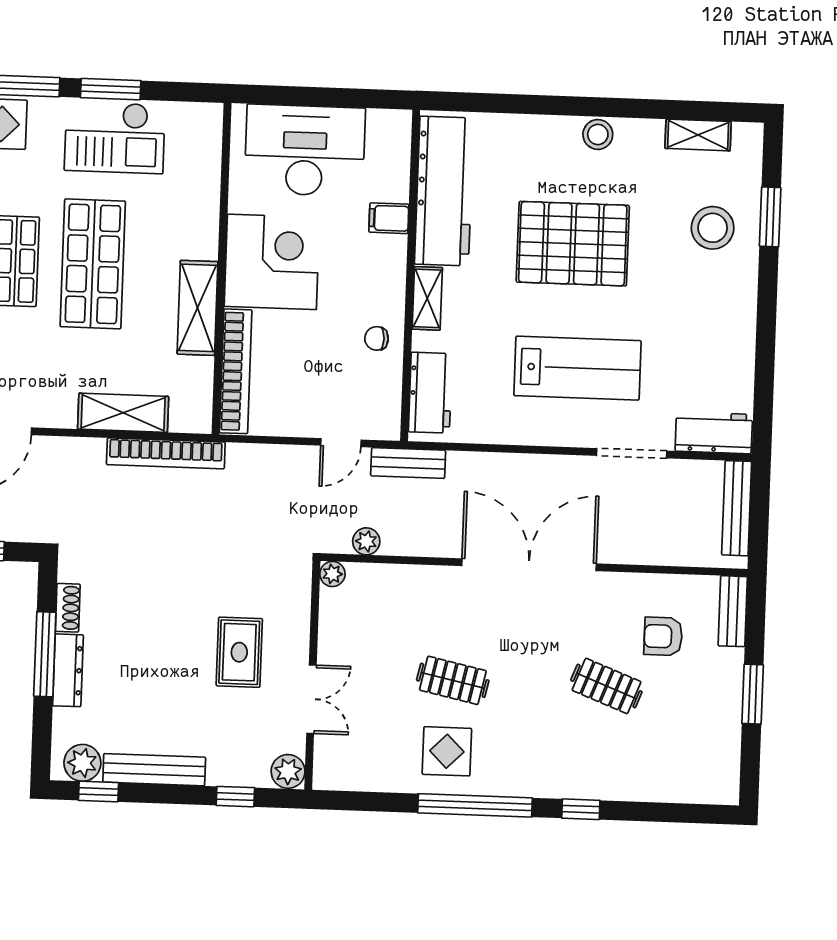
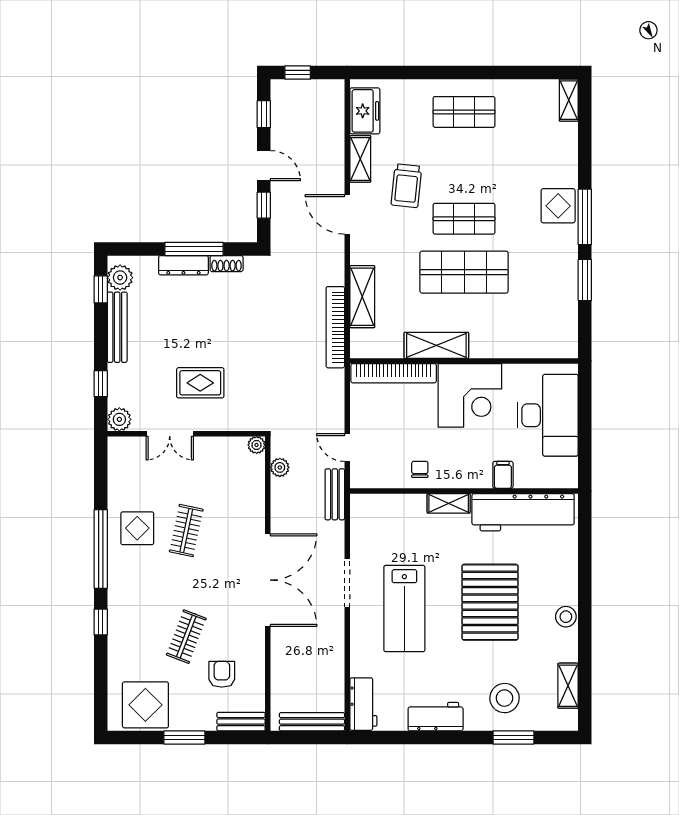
checkout: (115, 137) -> (552, 284), removed
workbench: (430, 393) -> (436, 717), moved, turned 180
doorway: (632, 453) -> (347, 583), moved
display table: (703, 749) -> (145, 705), added

